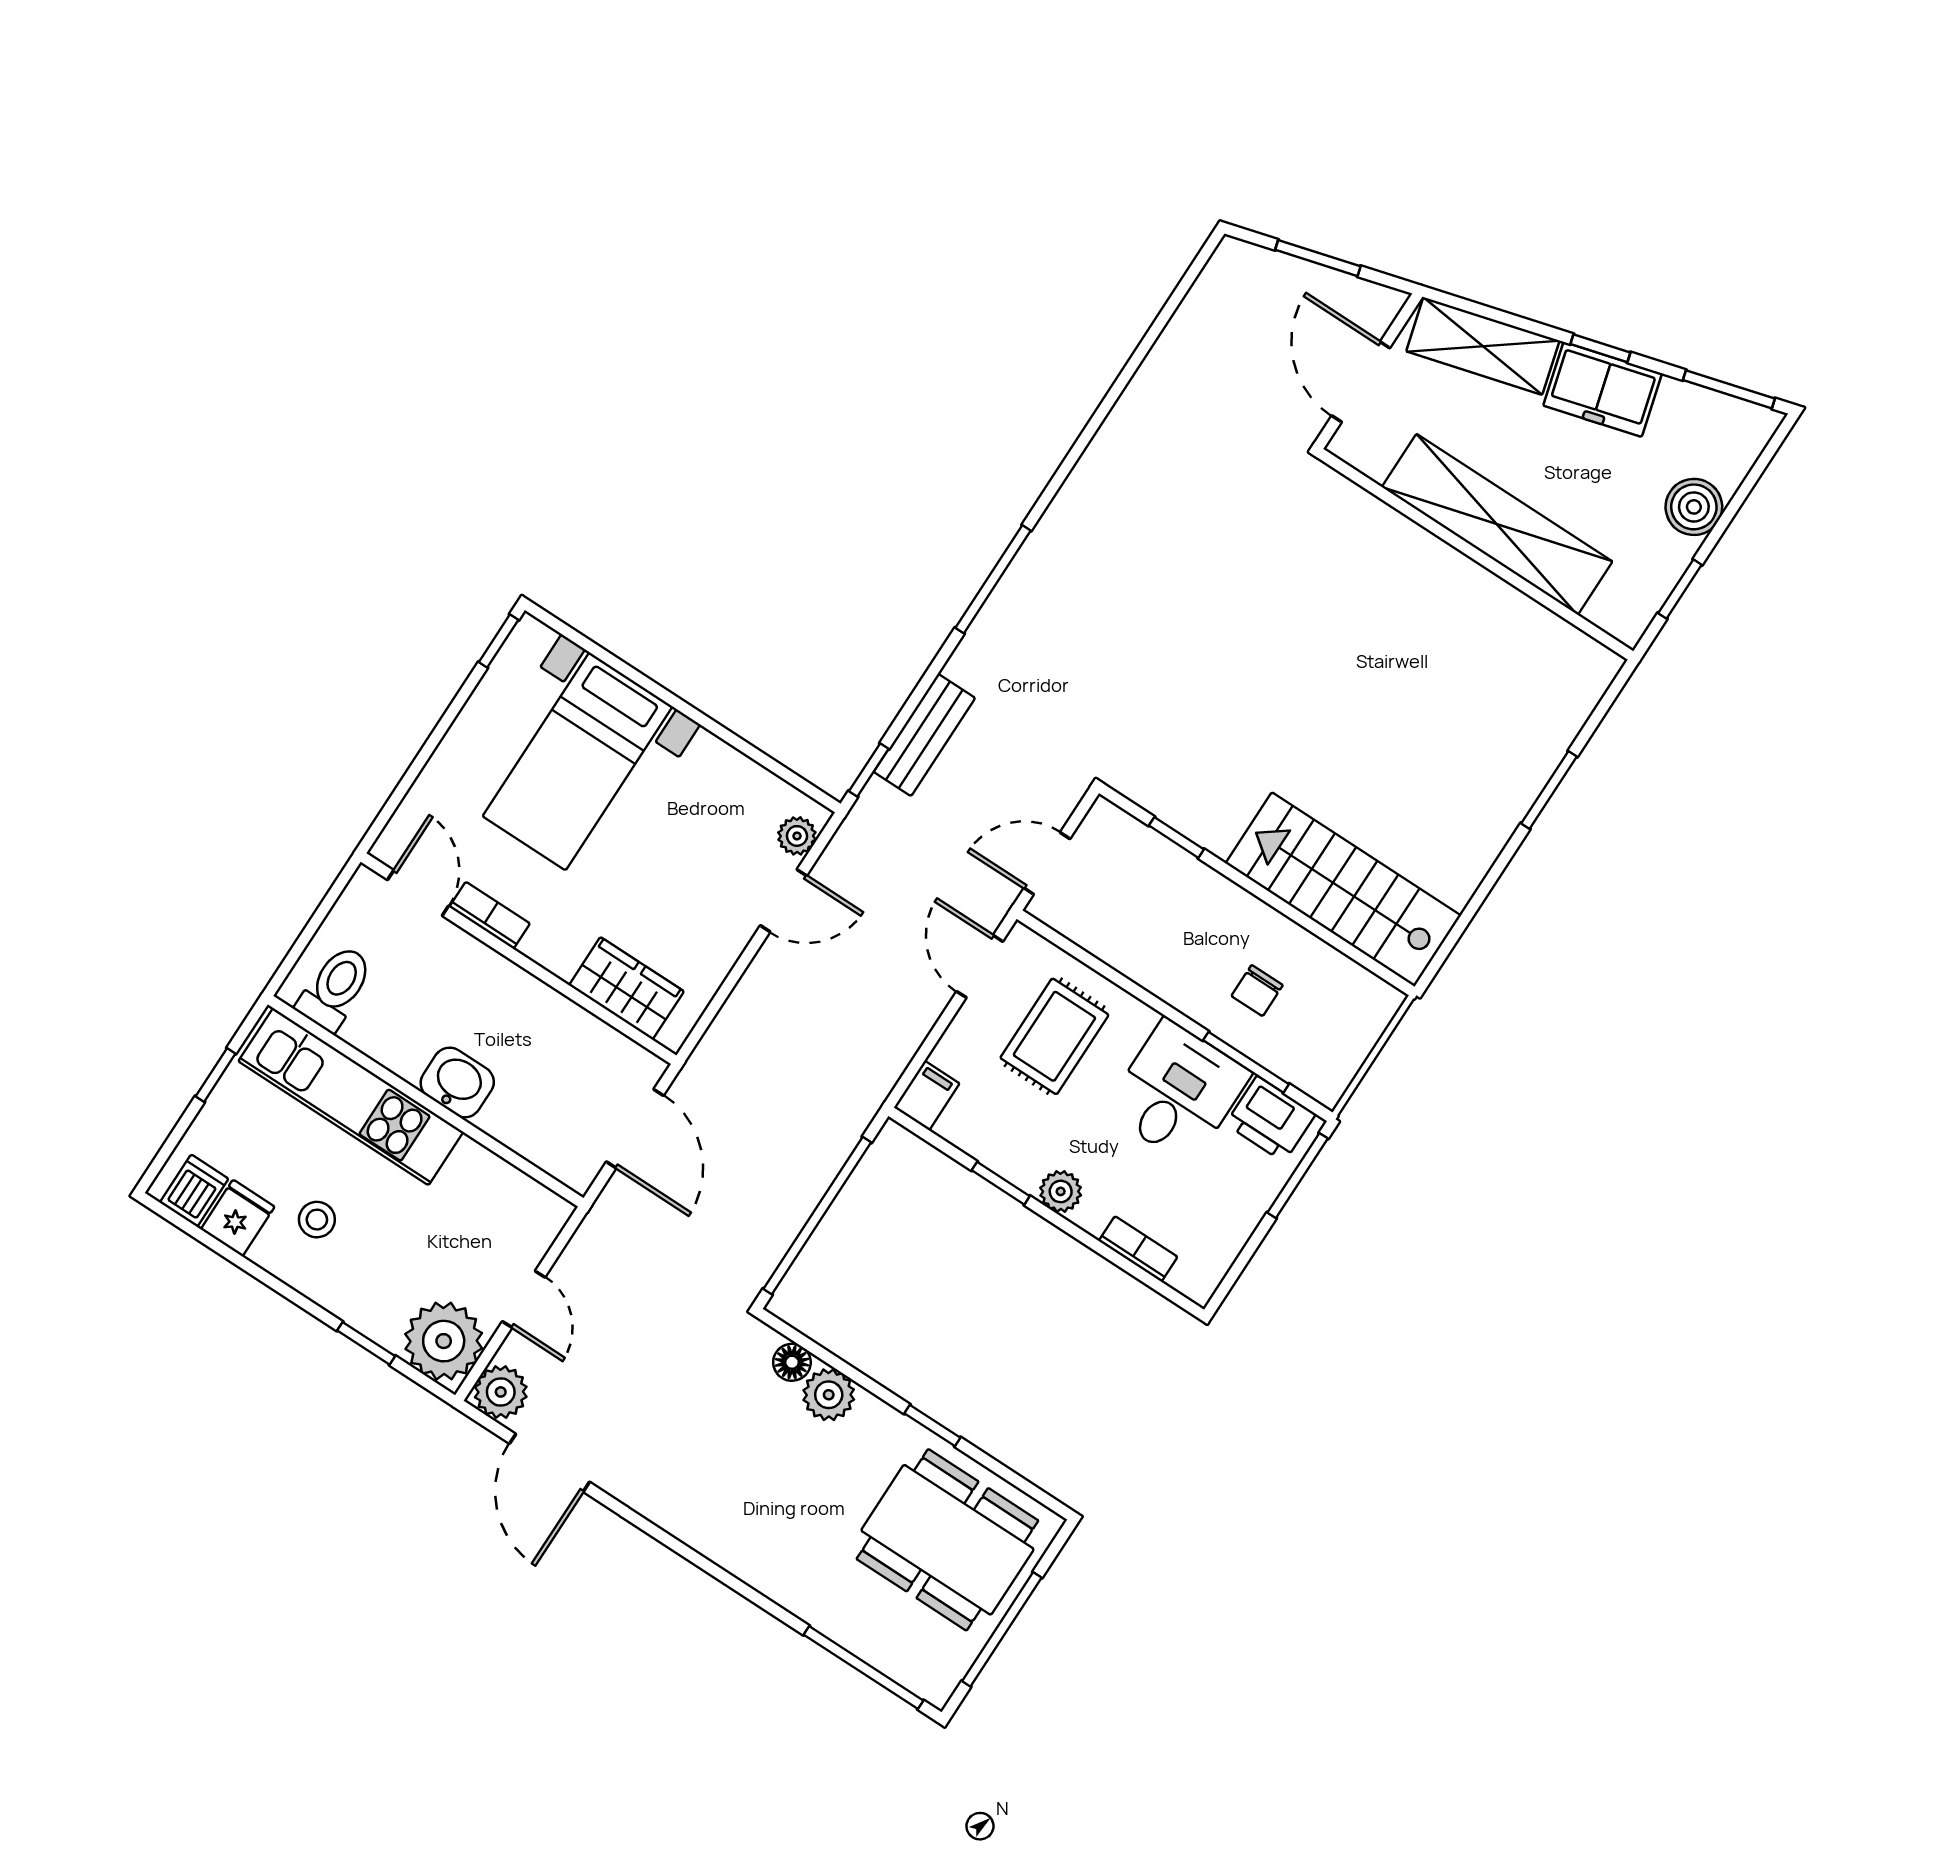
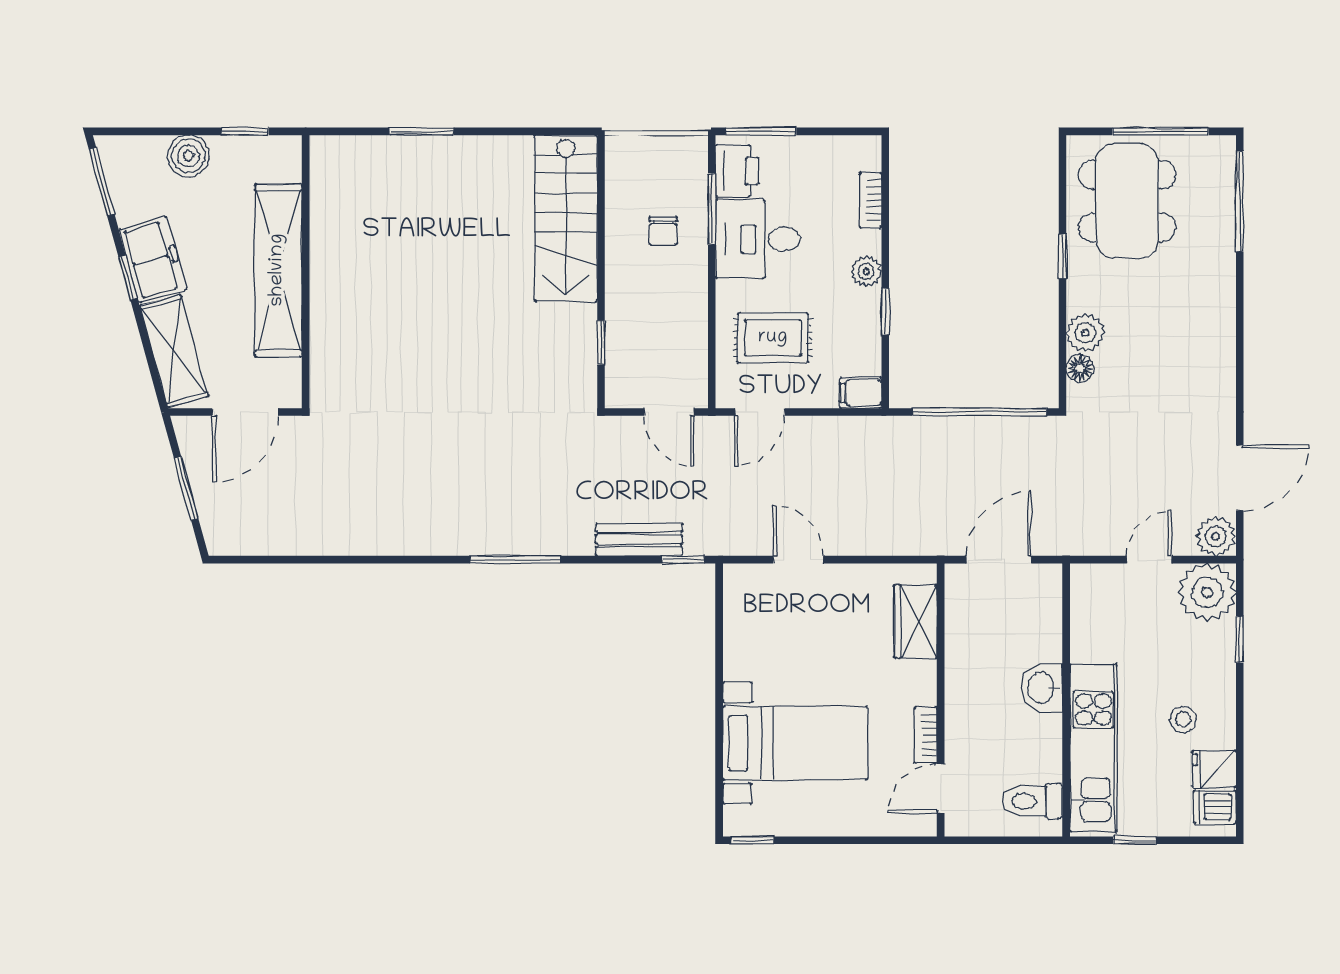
plant: (797, 836) -> (753, 577), removed
chair: (1257, 991) -> (663, 231), turned 90

